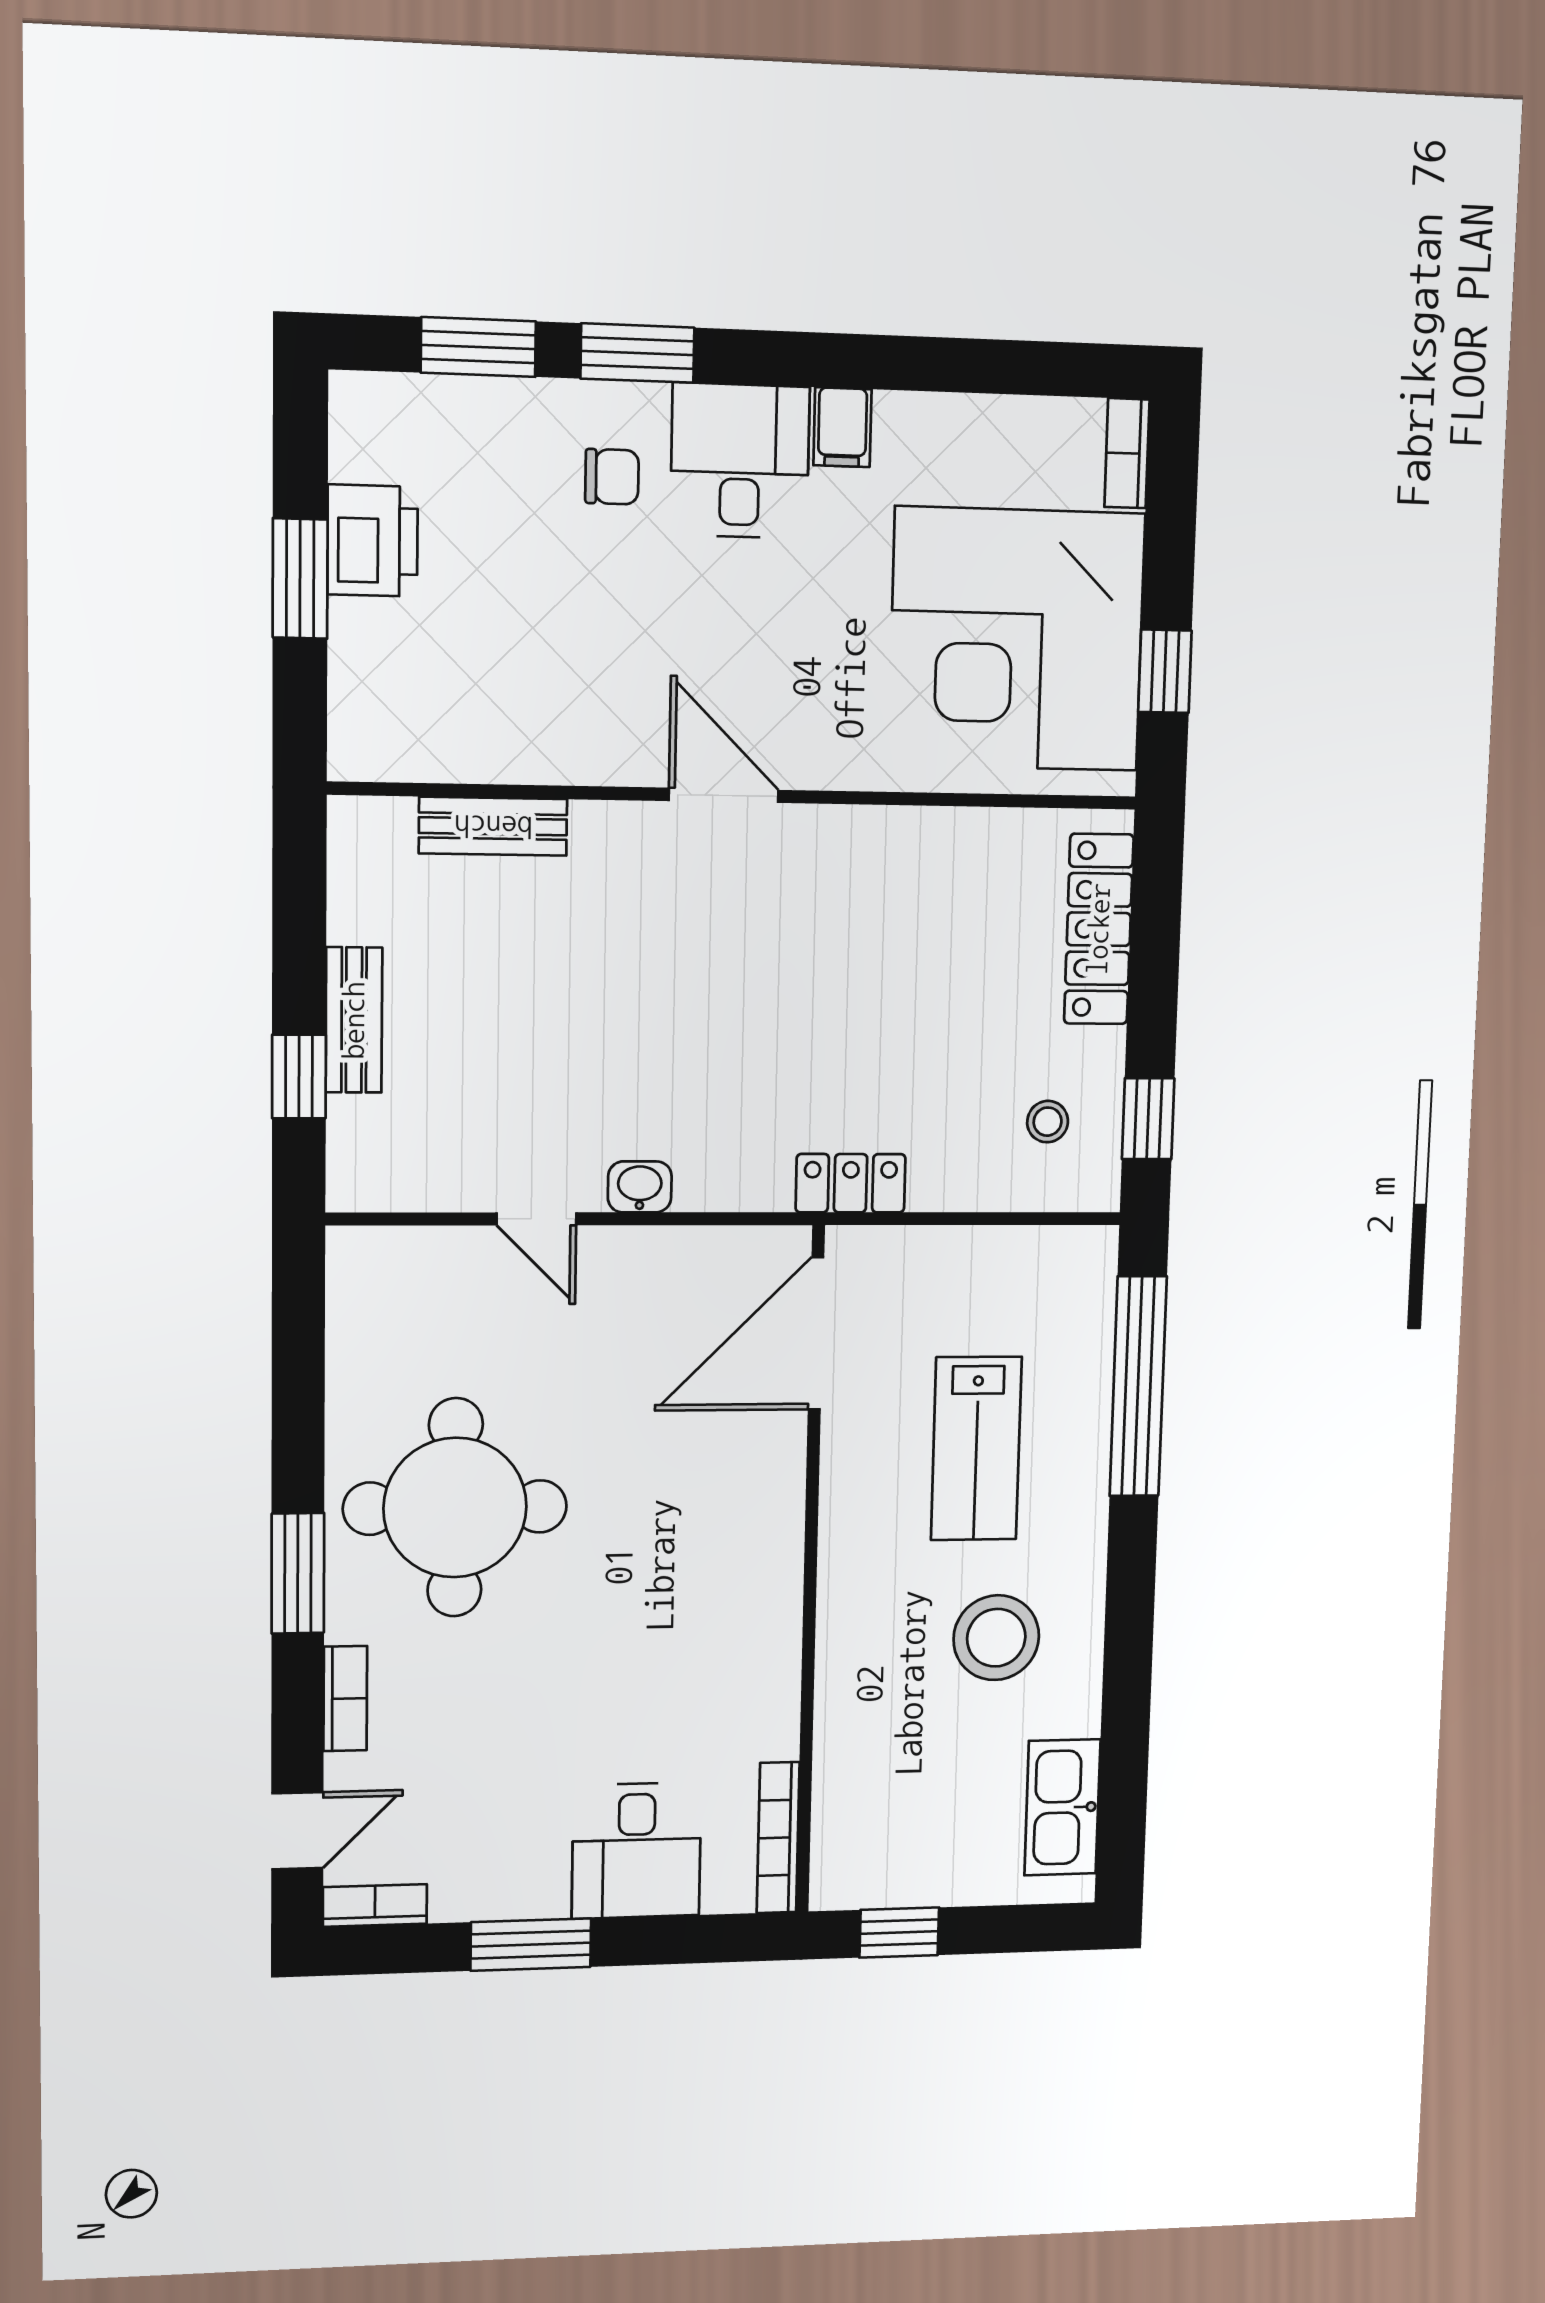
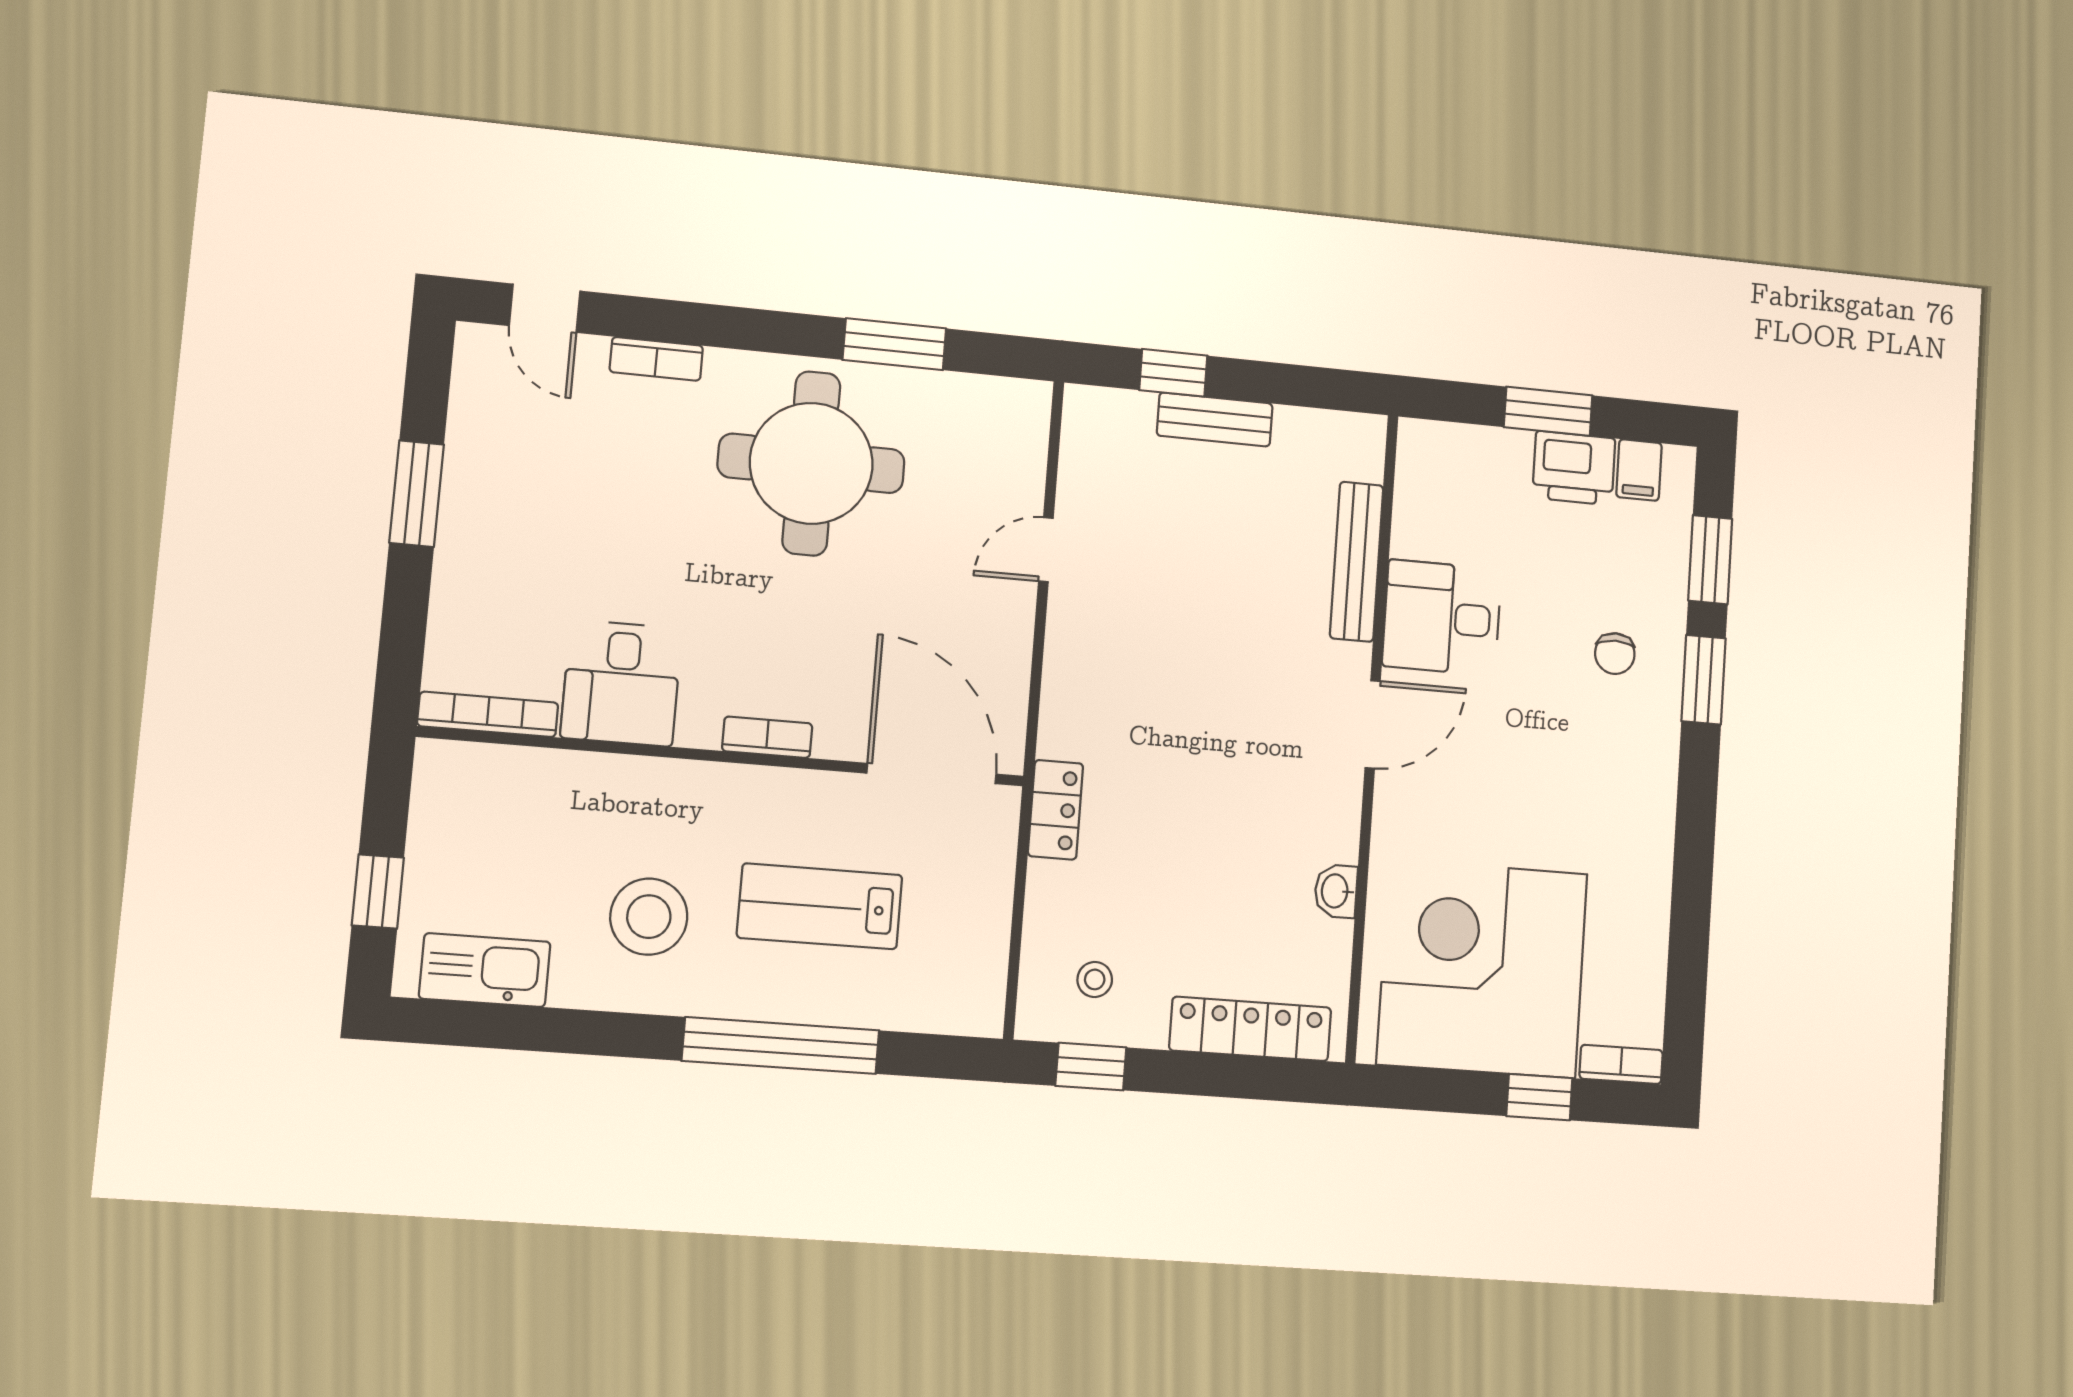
filing cabinet: (842, 427) -> (1639, 470), moved, turned -90
desk: (740, 461) -> (1442, 618), moved, turned 180
window: (1165, 671) -> (1539, 1097), moved
bench: (493, 826) -> (1357, 562), width x1.36
washbasin: (640, 1187) -> (1336, 891), moved, turned 180
window: (1138, 1386) -> (781, 1046), moved
window: (298, 1573) -> (894, 344), moved
desk: (636, 1850) -> (621, 683), moved, turned -90
bookcase: (375, 1905) -> (767, 737), moved, turned -90
window: (899, 1932) -> (378, 891), moved

